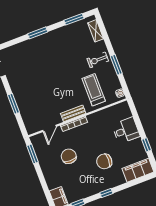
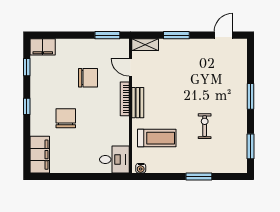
shelving: (96, 31) -> (145, 45), moved
exercise bike: (98, 60) -> (205, 126), moved
window: (116, 65) -> (199, 177), moved
desk: (126, 130) -> (114, 159), moved, turned -90
window: (146, 145) -> (66, 177), removed

